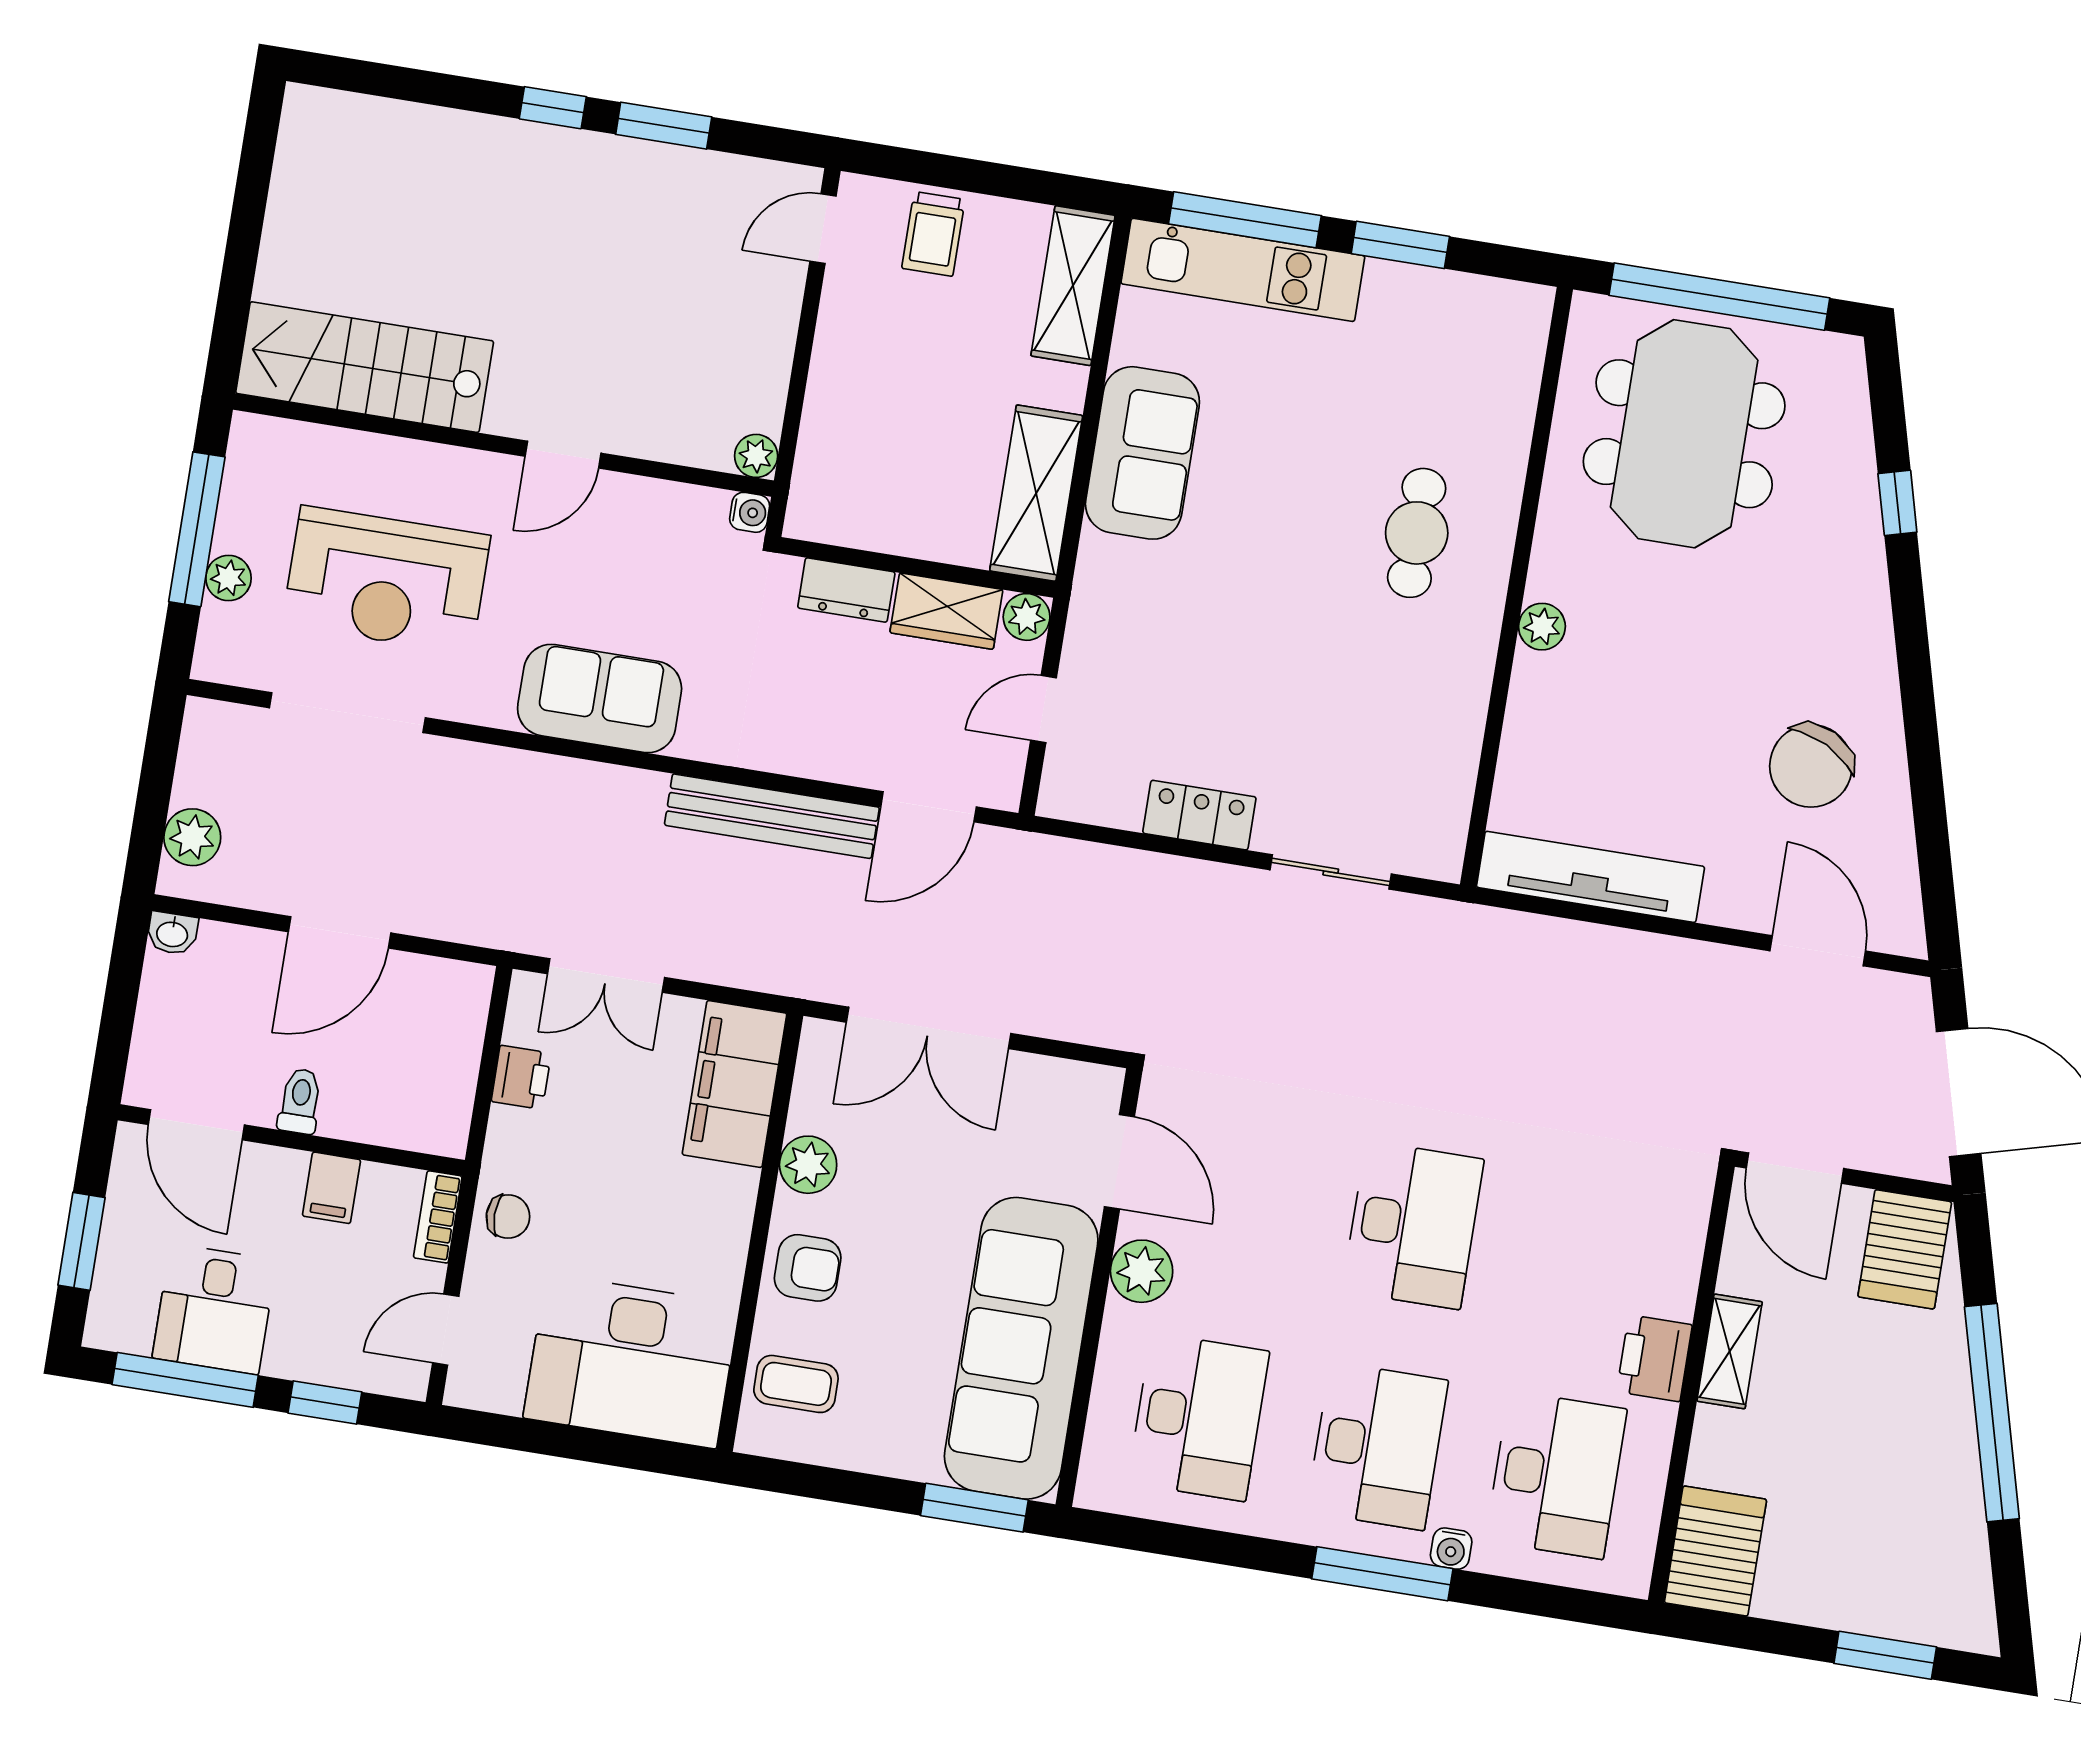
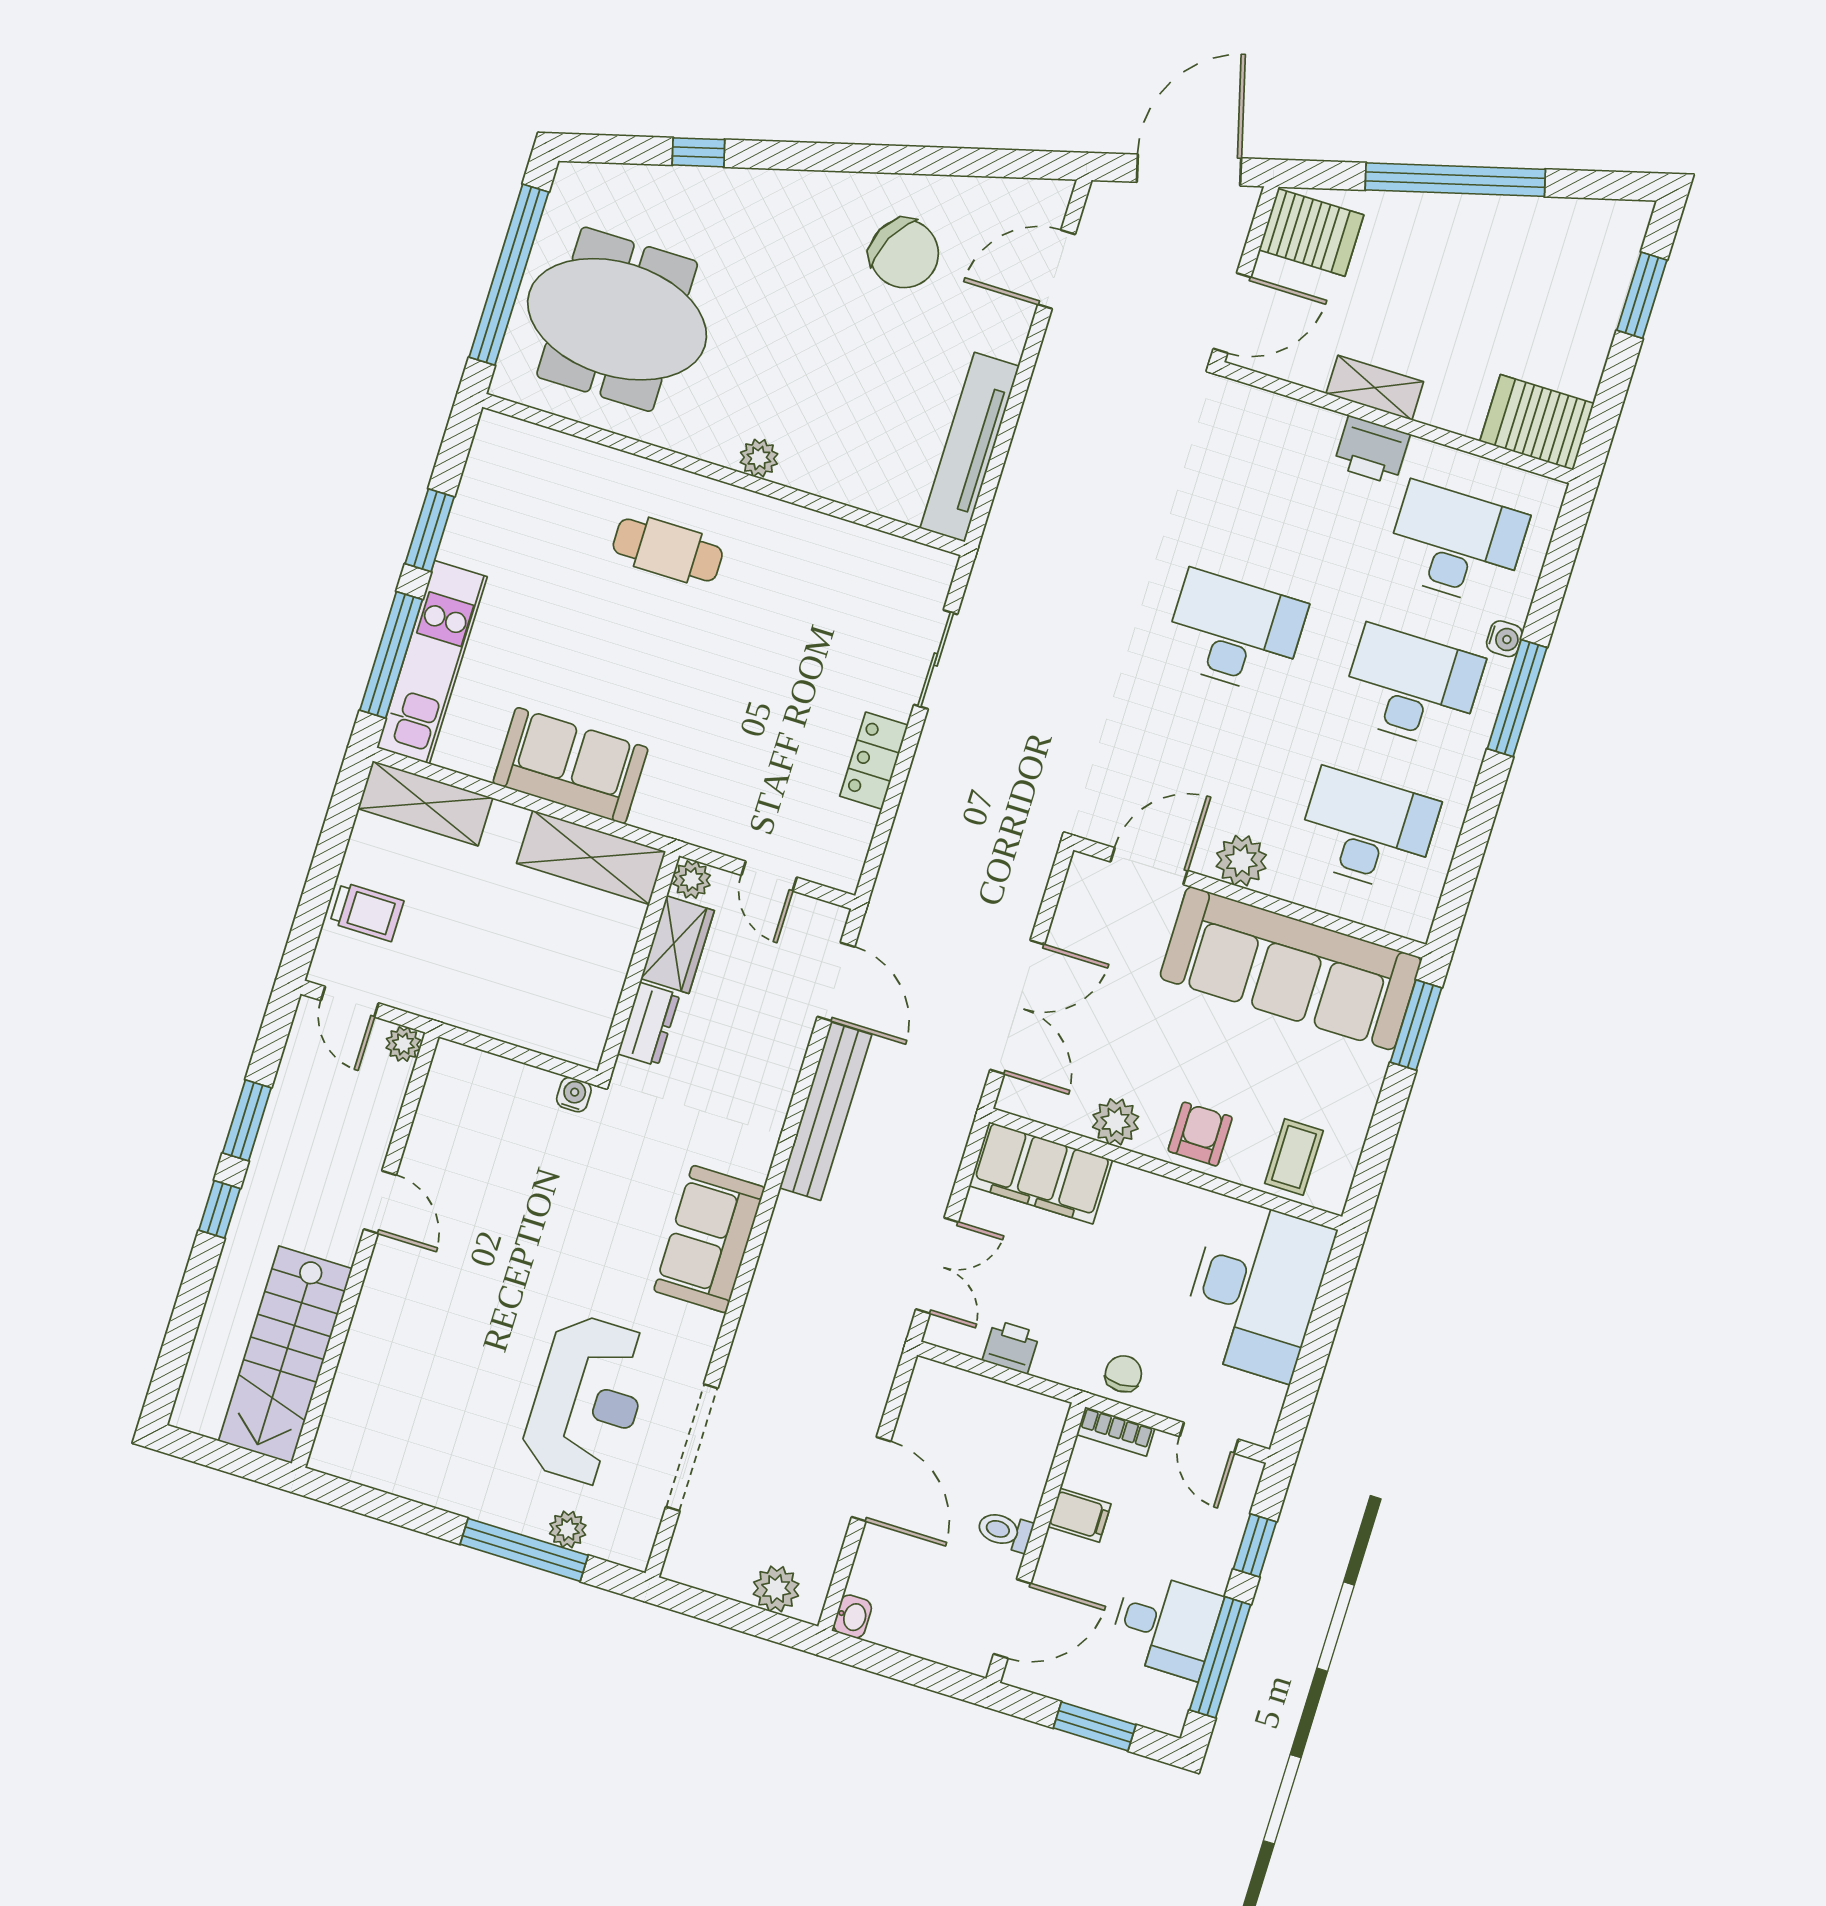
stairs: (365, 367) -> (285, 1355), moved
wall: (503, 445) -> (365, 1250), moved
door: (563, 455) -> (380, 1202), moved
plant: (756, 456) -> (403, 1044), moved

